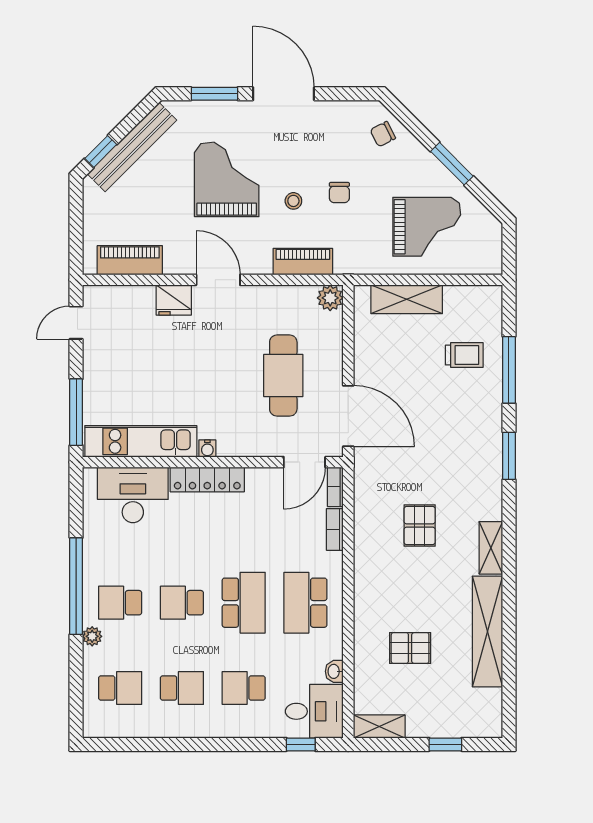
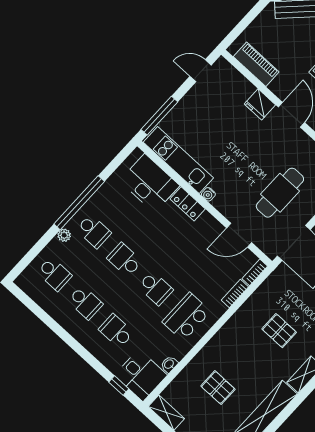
door: (304, 462) -> (239, 235), moved
locker: (207, 479) -> (188, 204), width x0.66
pallet: (420, 526) -> (279, 331), turned 90
school desk: (120, 603) -> (94, 231), turned 180
school desk: (244, 603) -> (156, 288), width x0.54

